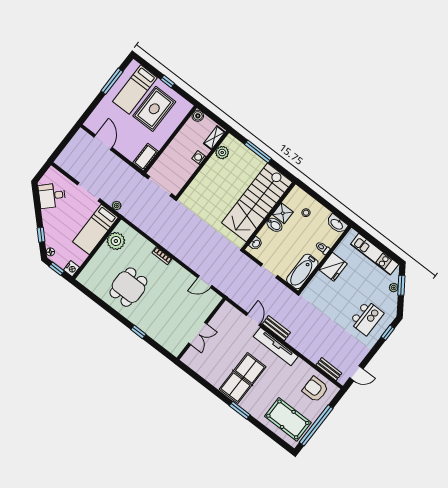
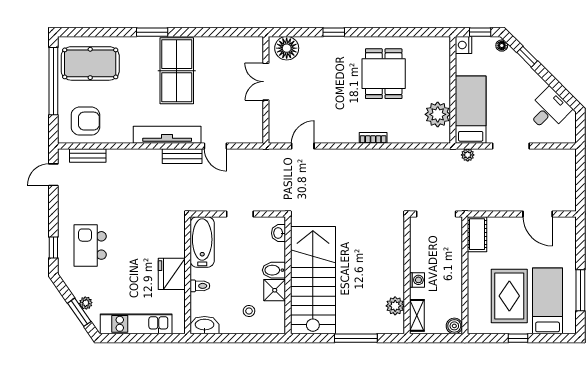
floor lamp: (172, 343) -> (287, 48), added

